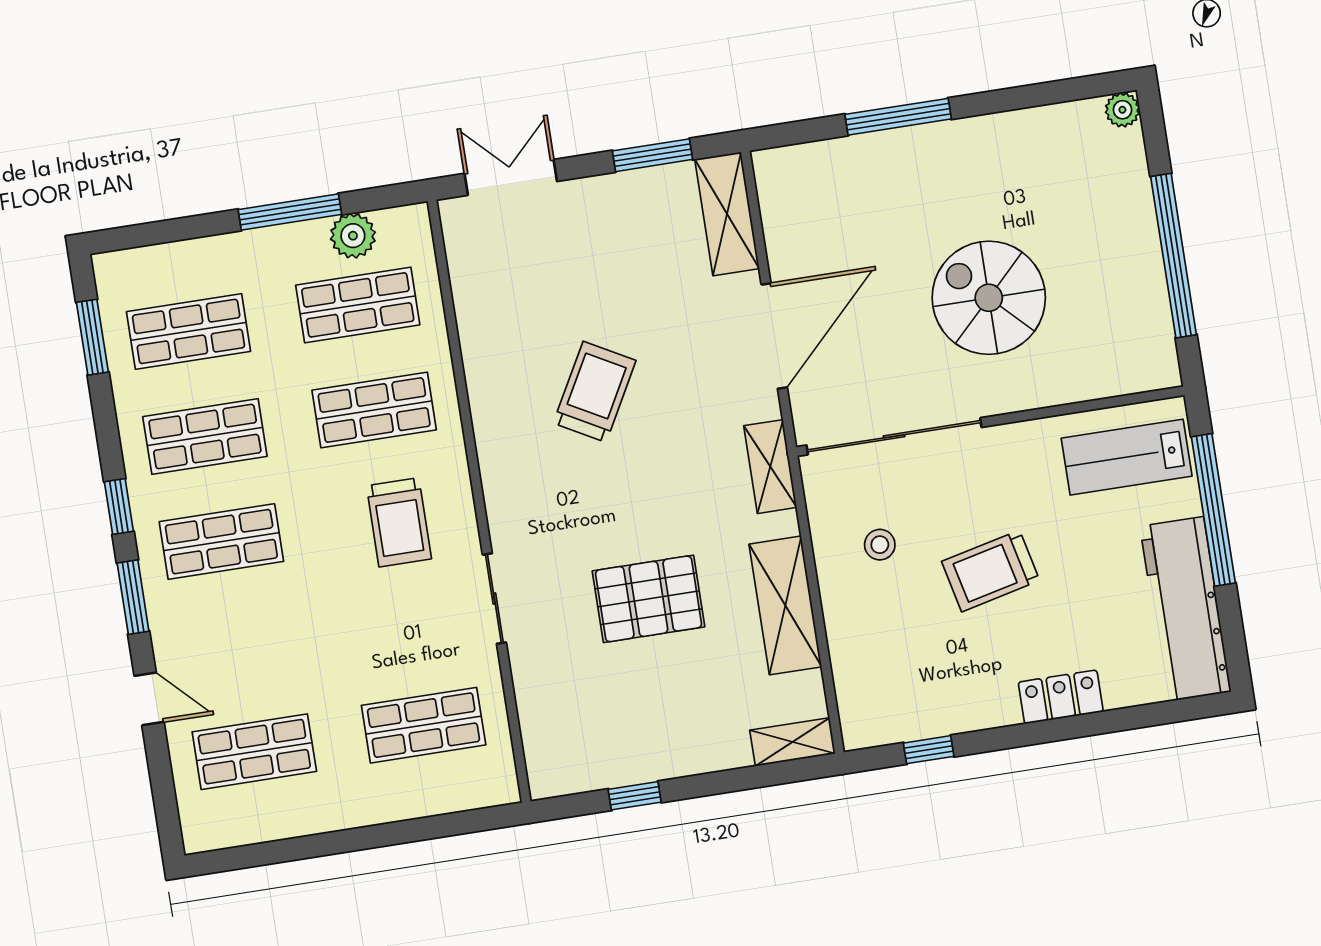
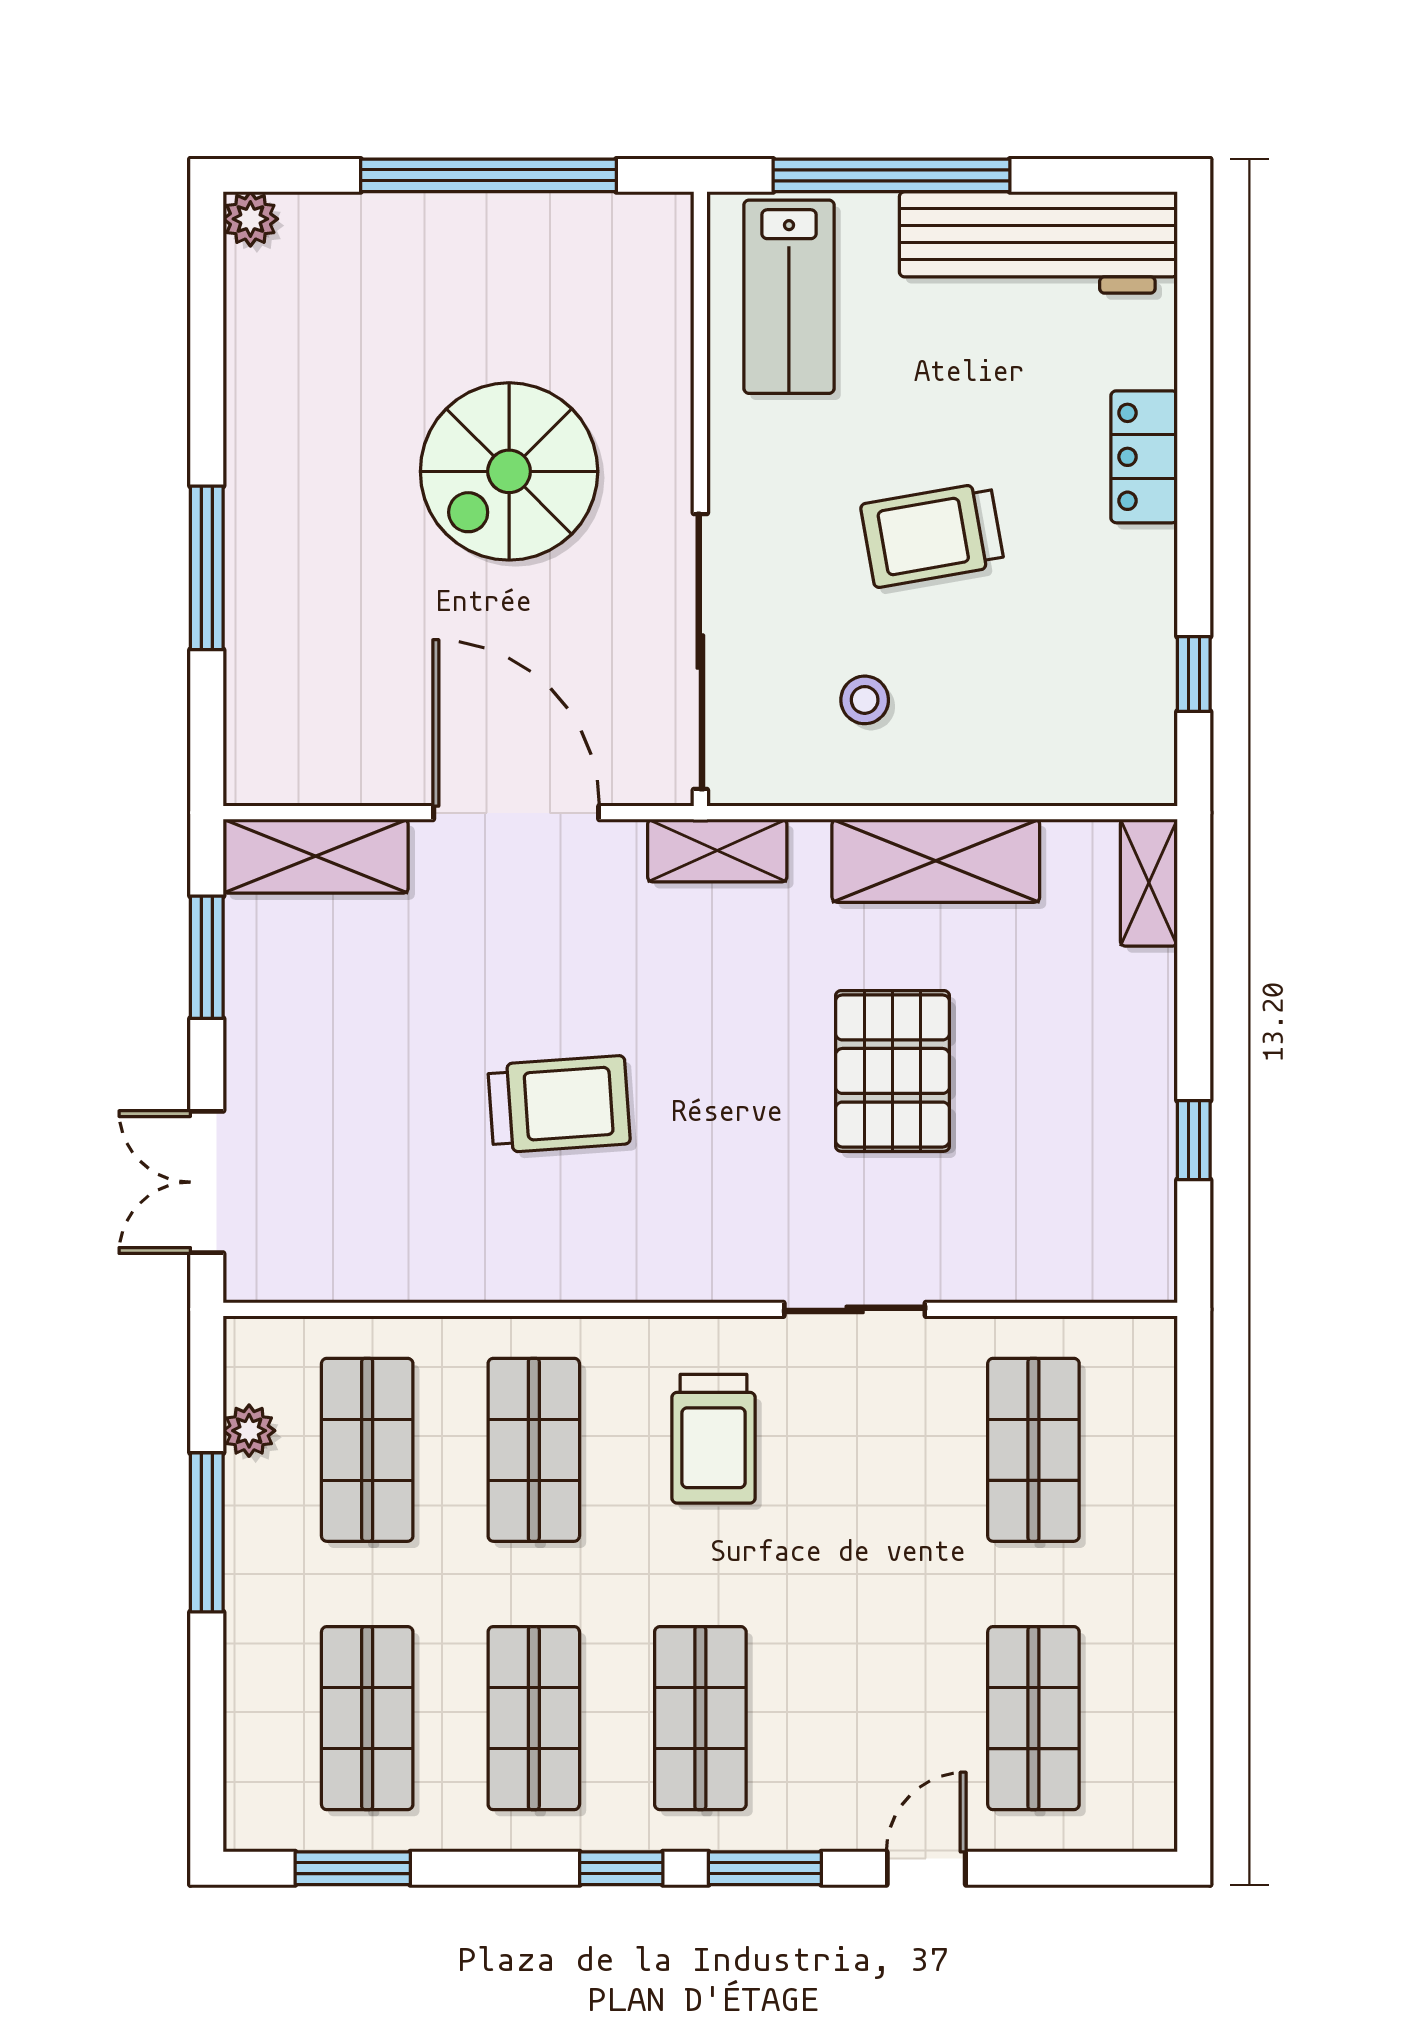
plant: (353, 236) -> (249, 1431), width x0.73, depth x0.73
trolley: (595, 392) -> (559, 1104), turned 147
trolley: (399, 522) -> (714, 1439), turned 90
trolley: (991, 571) -> (932, 535), turned 93

